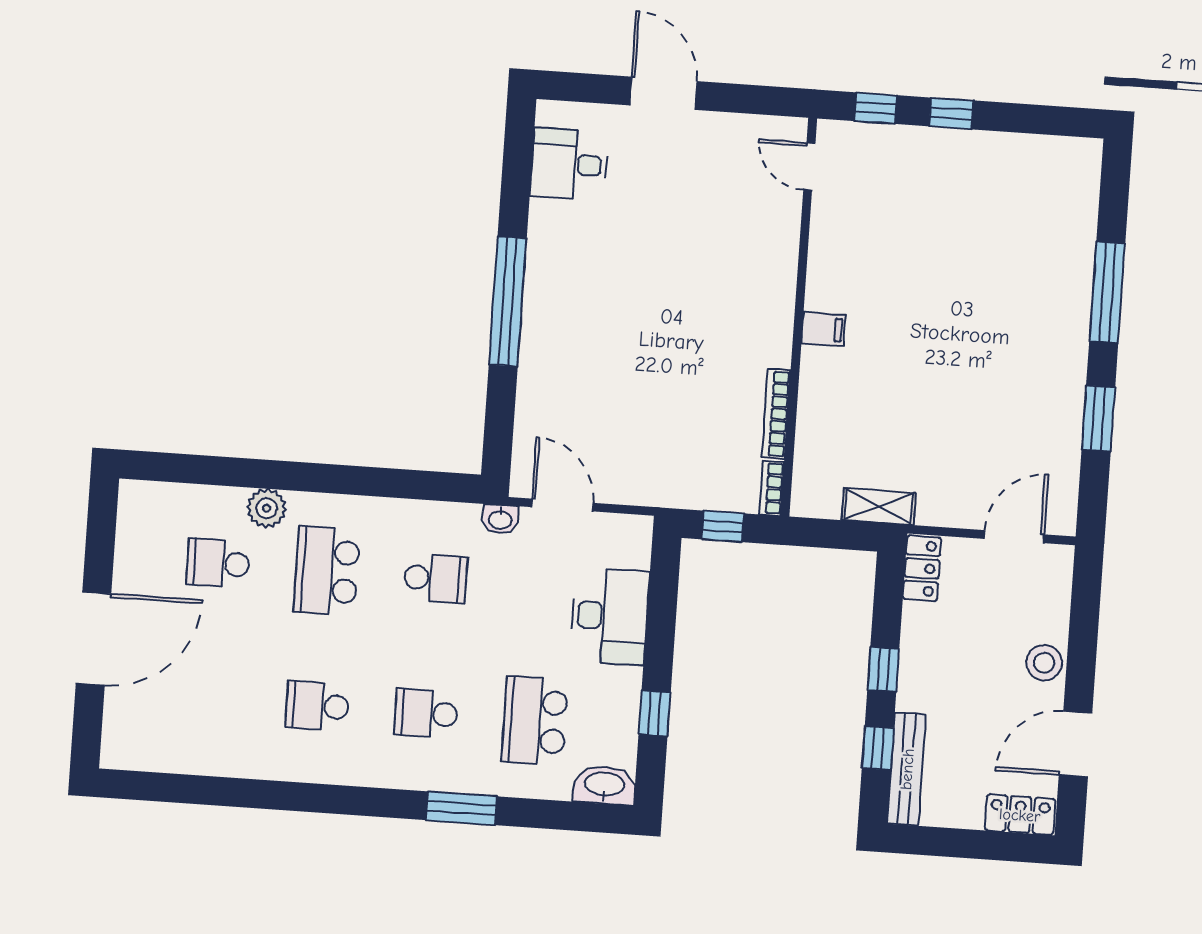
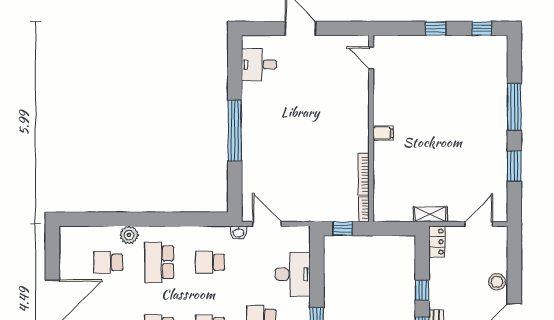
window: (876, 108) -> (482, 28), moved
shelving: (879, 507) -> (430, 214), moved
school desk: (435, 578) -> (210, 262), turned 180

